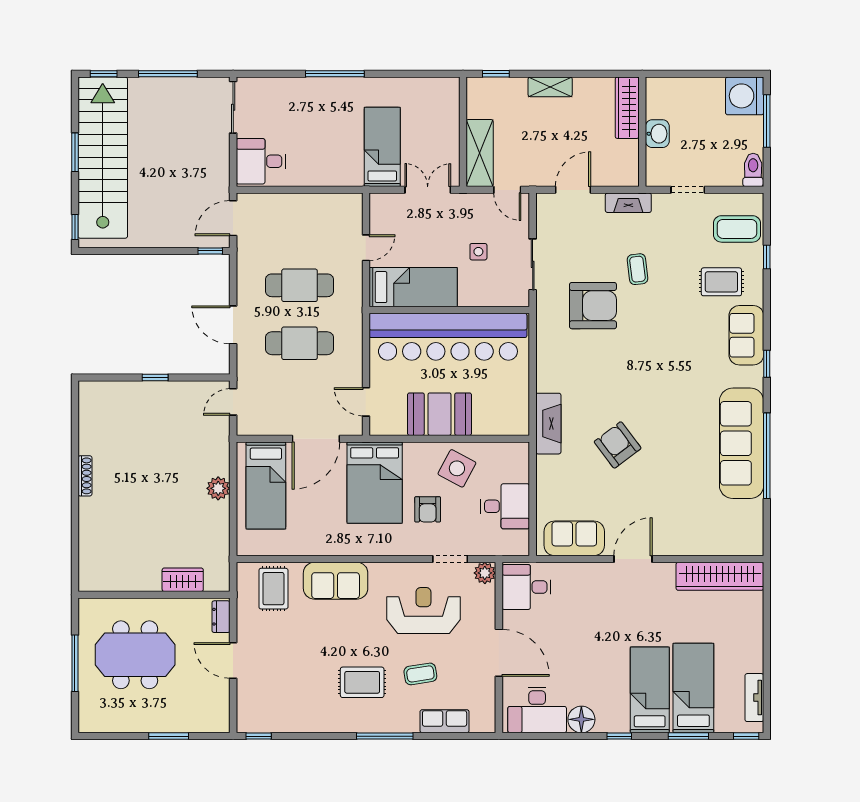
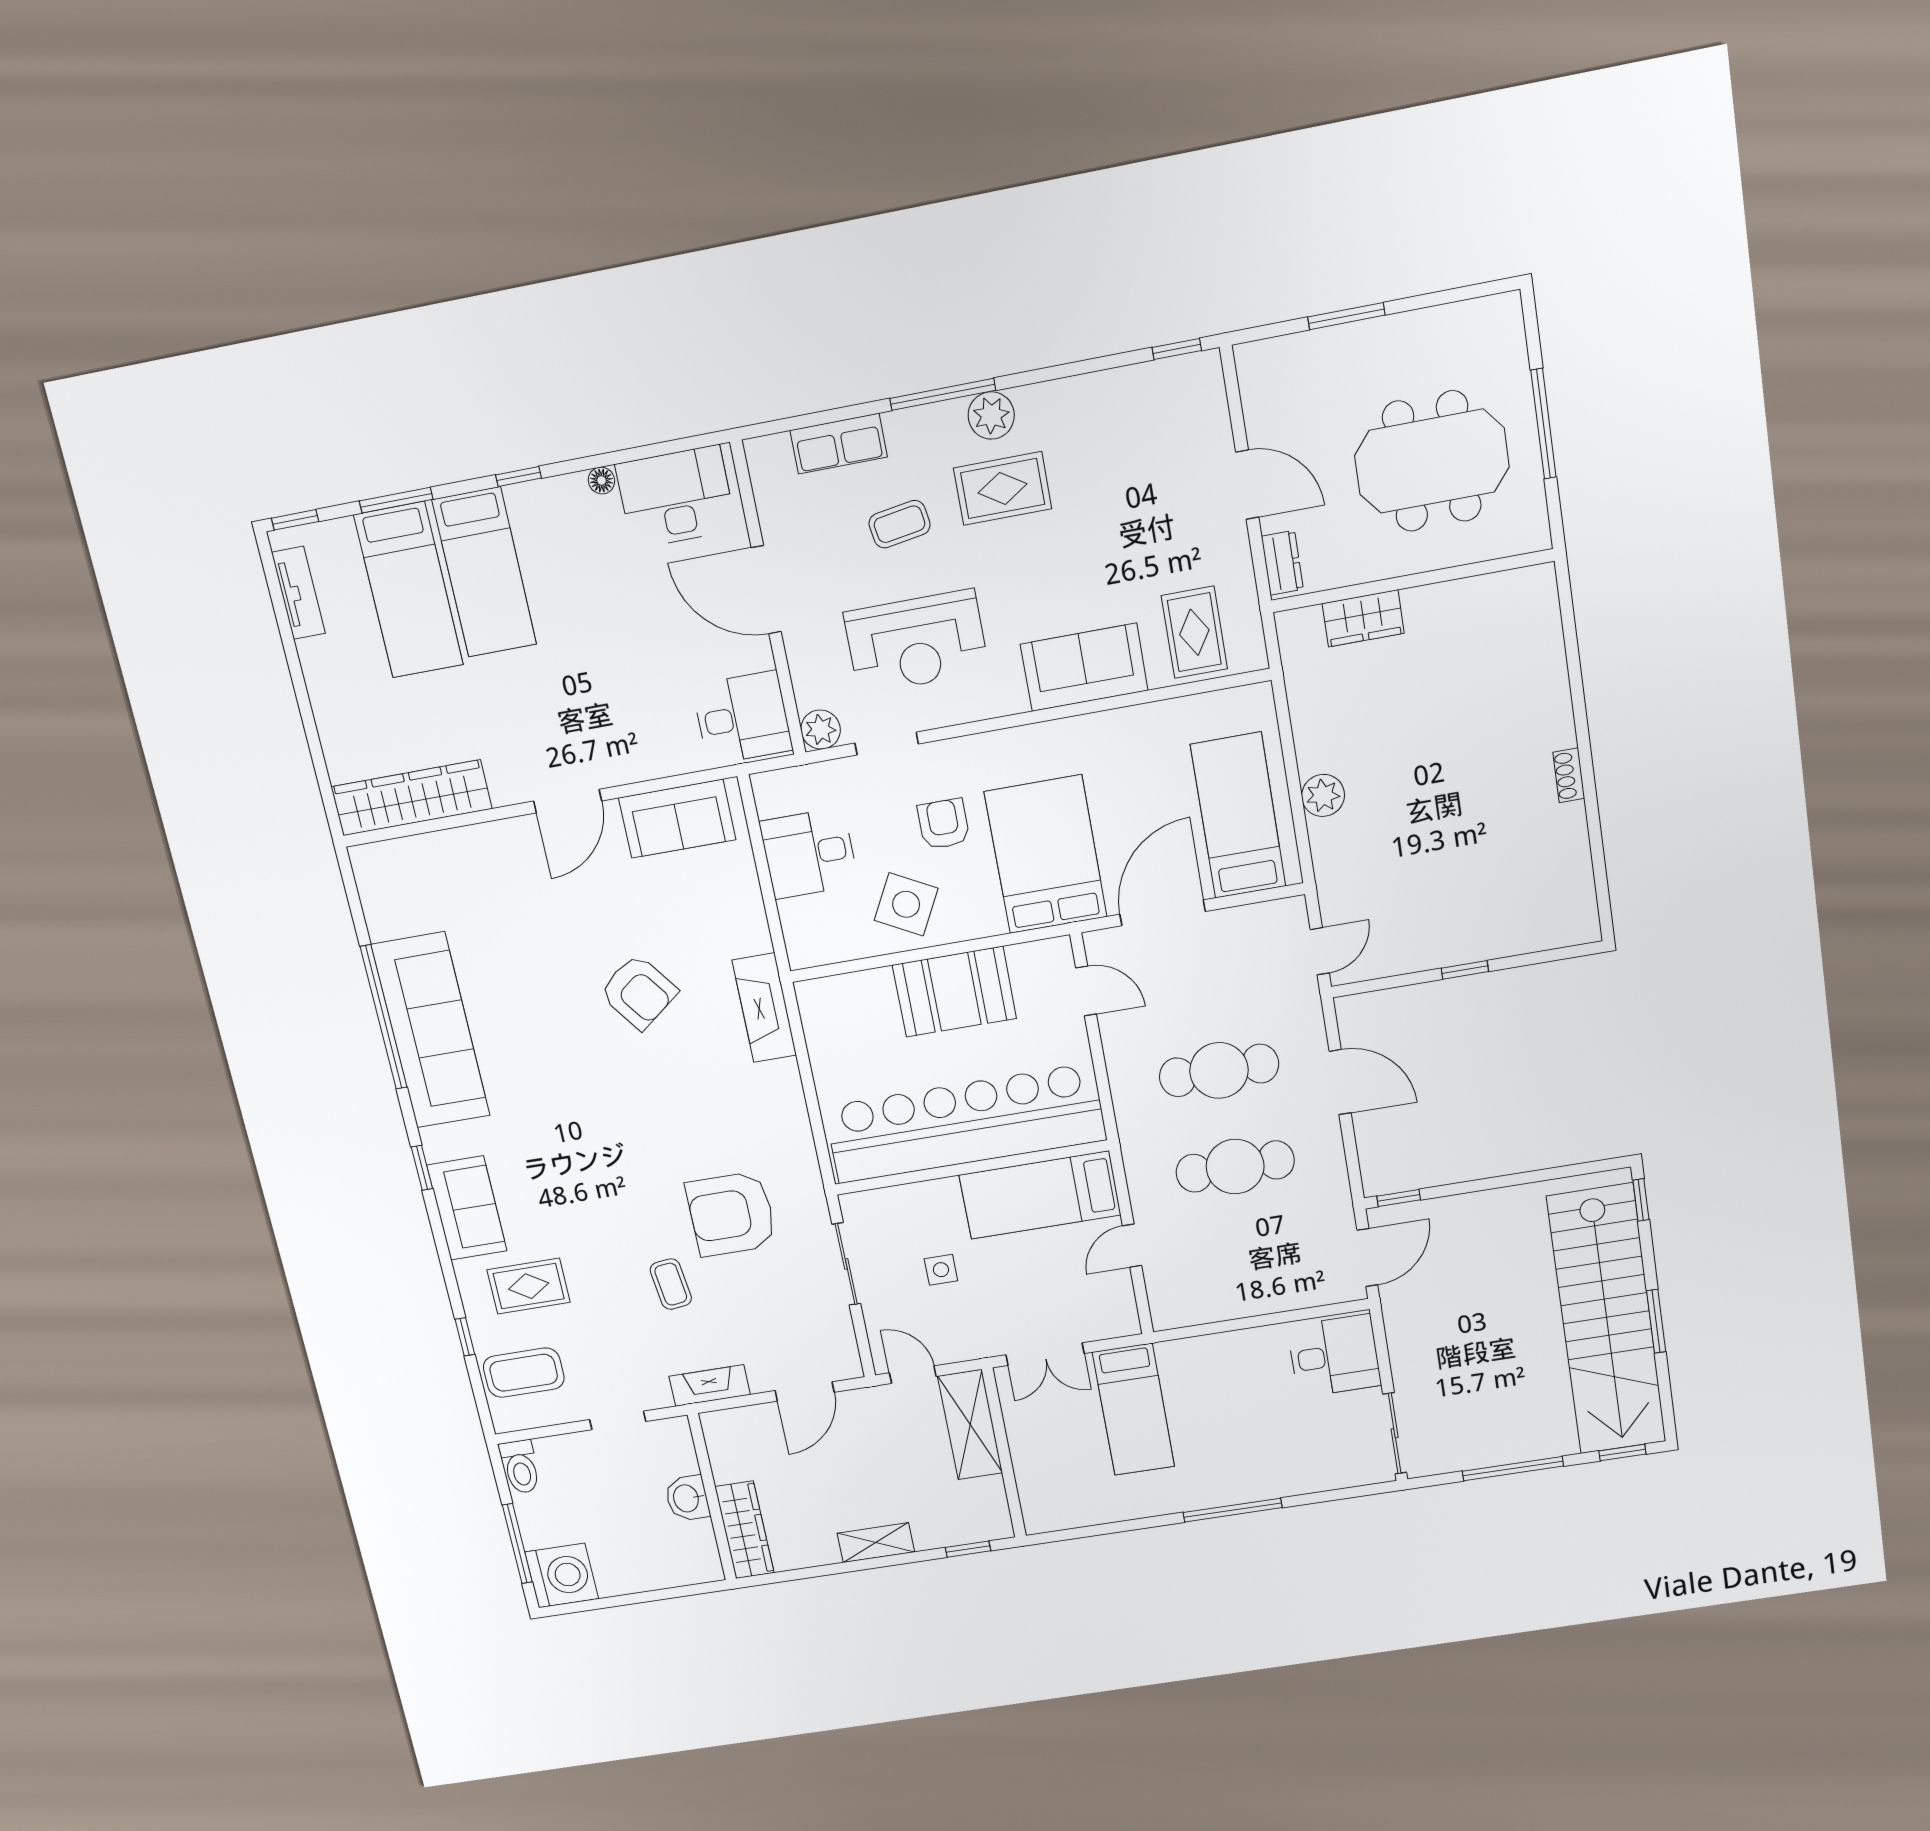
shoe rack: (85, 476) -> (1569, 775), width x0.70
floor lamp: (581, 719) -> (601, 481), width x0.53, depth x0.53
plant: (361, 721) -> (991, 415), added

